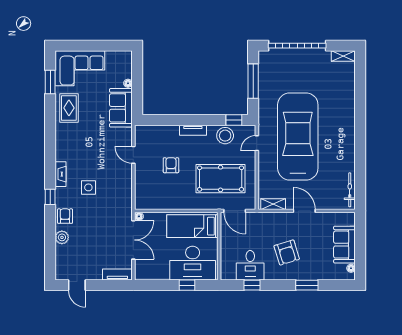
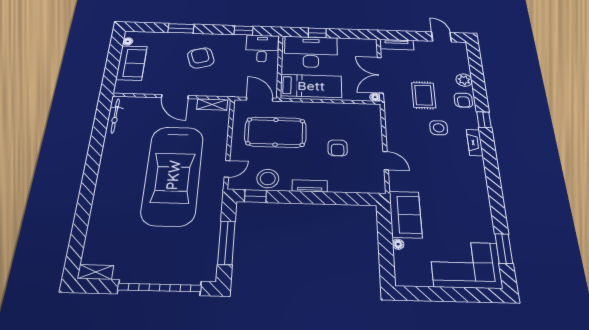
rug: (69, 108) -> (424, 95), moved
desk: (250, 265) -> (262, 48), moved

